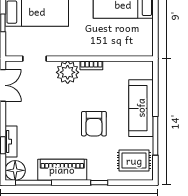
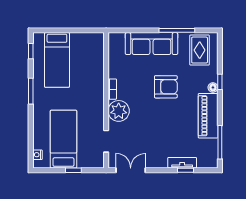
floor lamp: (15, 170) -> (213, 87), moved, width x0.53, depth x0.53

